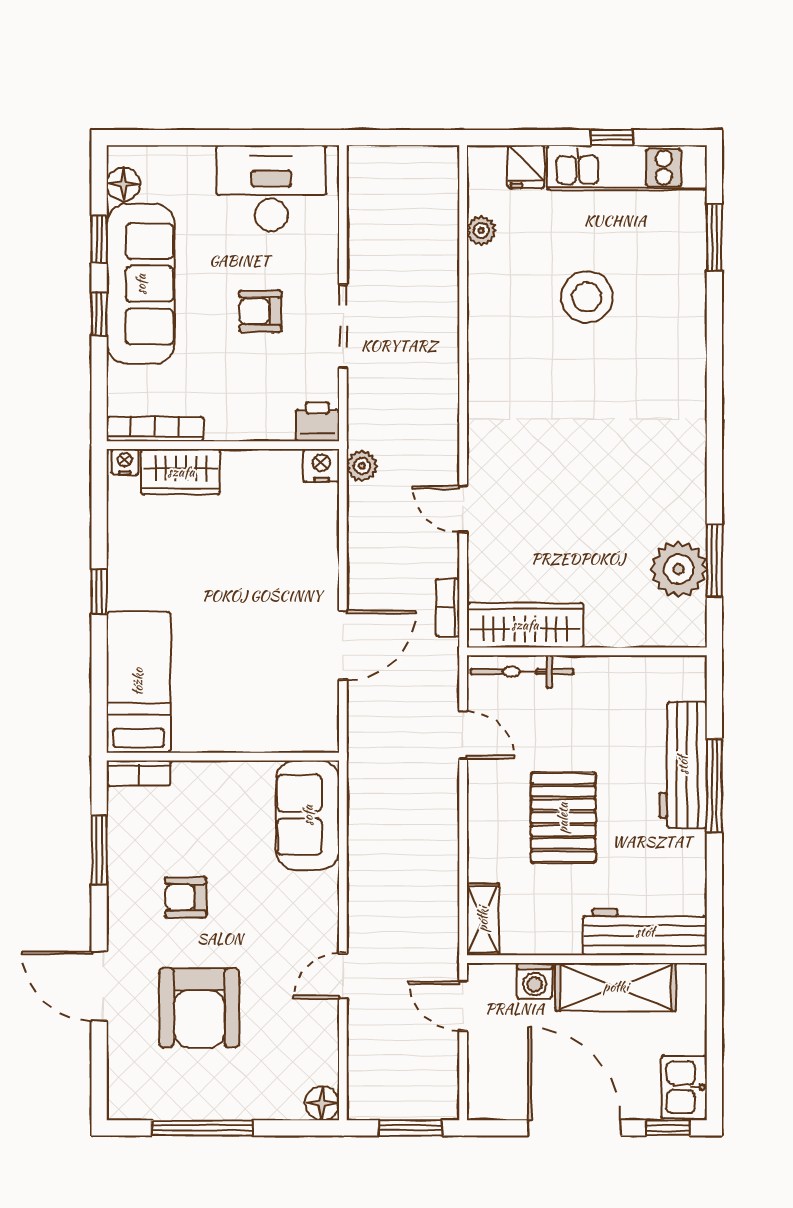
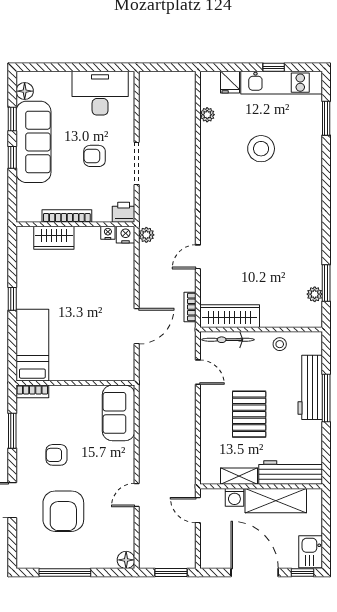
bookcase: (155, 429) -> (67, 216), moved
nightstand: (125, 462) -> (108, 233), moved
door: (463, 509) -> (198, 257), hinge flipped
plant: (679, 569) -> (315, 294), width x0.53, depth x0.53
stool: (623, 680) -> (280, 344), added
shelving: (483, 919) -> (239, 476), moved, turned 90

